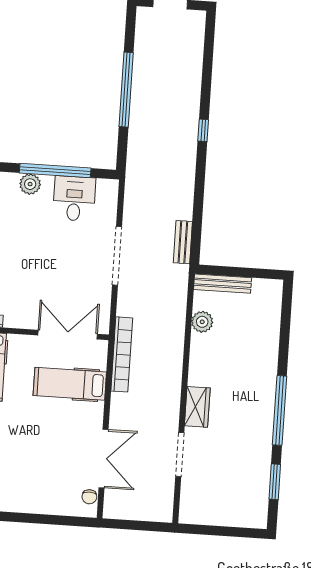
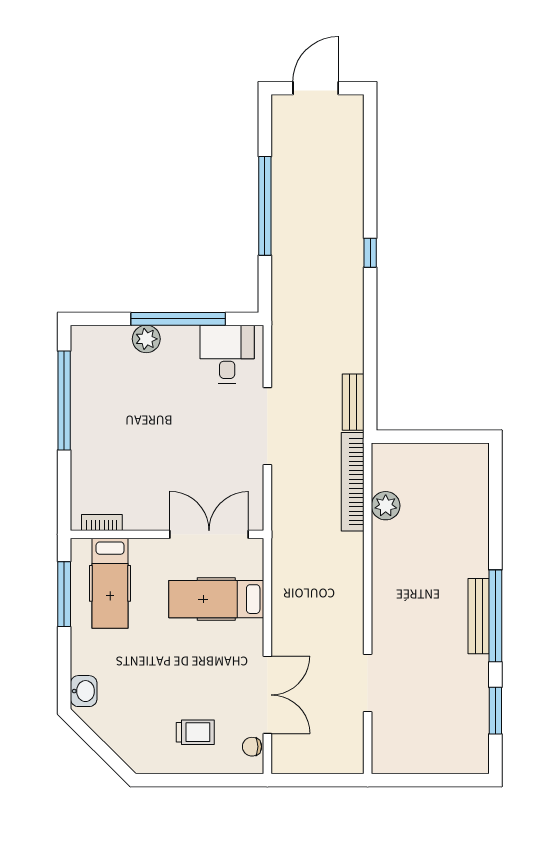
desk: (74, 199) -> (227, 354), moved
bench: (223, 284) -> (479, 616), moved, turned 90
bookcase: (122, 354) -> (353, 482), moved, turned 180
wardrobe: (197, 407) -> (387, 618), removed
trolley: (47, 483) -> (195, 732), added
chair: (89, 497) -> (252, 747), turned 90

